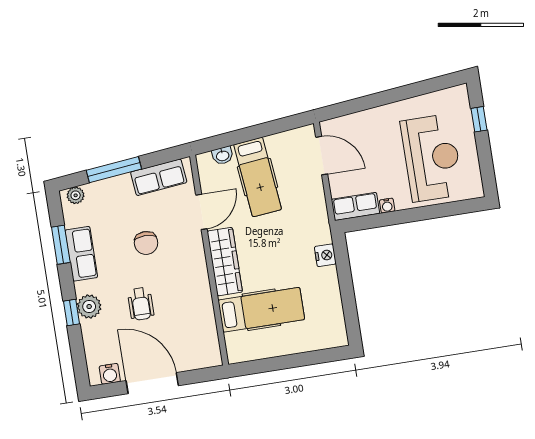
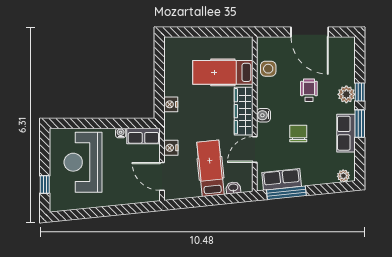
window: (114, 170) -> (286, 193), moved
nightstand: (316, 196) -> (171, 148), added
window: (61, 245) -> (360, 124), moved
side table: (201, 324) -> (268, 69), added
water cooler: (110, 374) -> (264, 115), moved, turned -90

